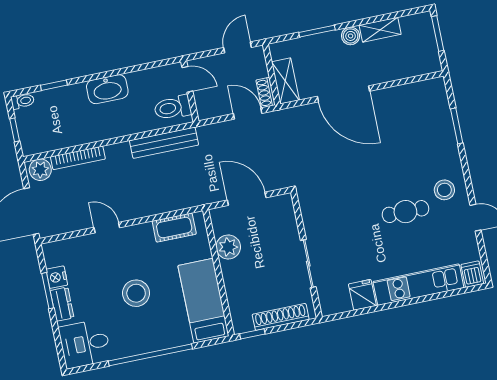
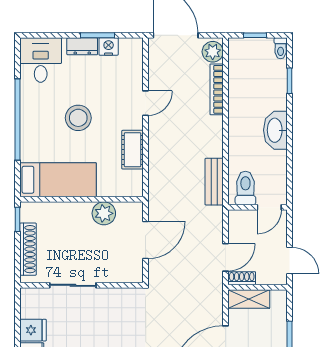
bench: (164, 143) -> (214, 182), width x0.73
cot: (174, 228) -> (133, 150), moved

